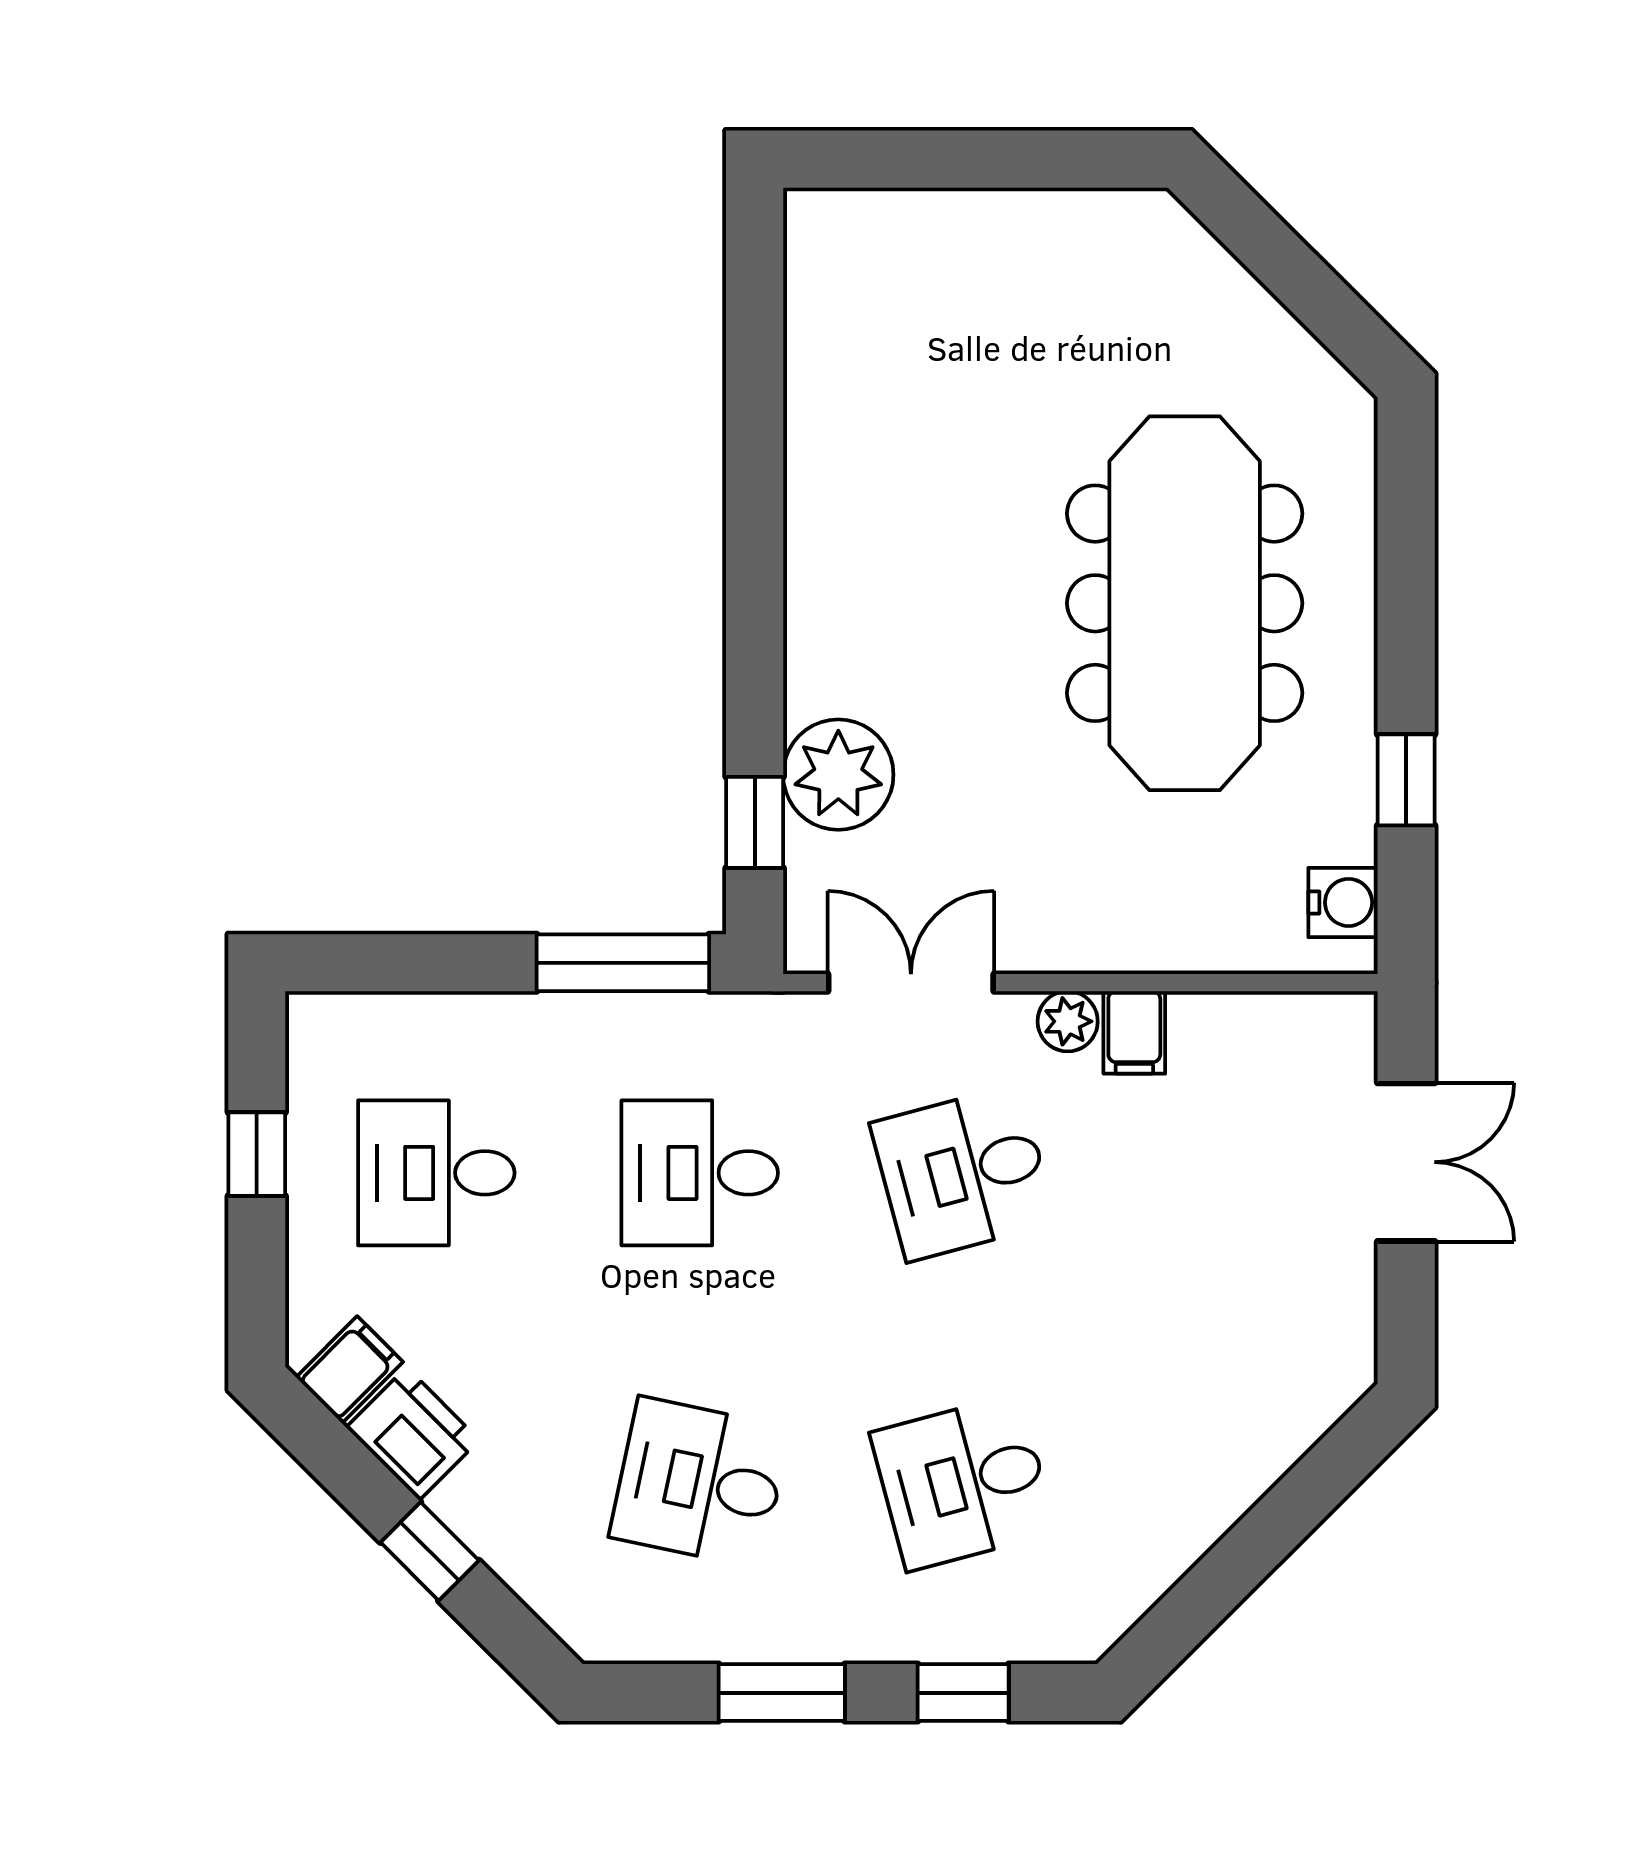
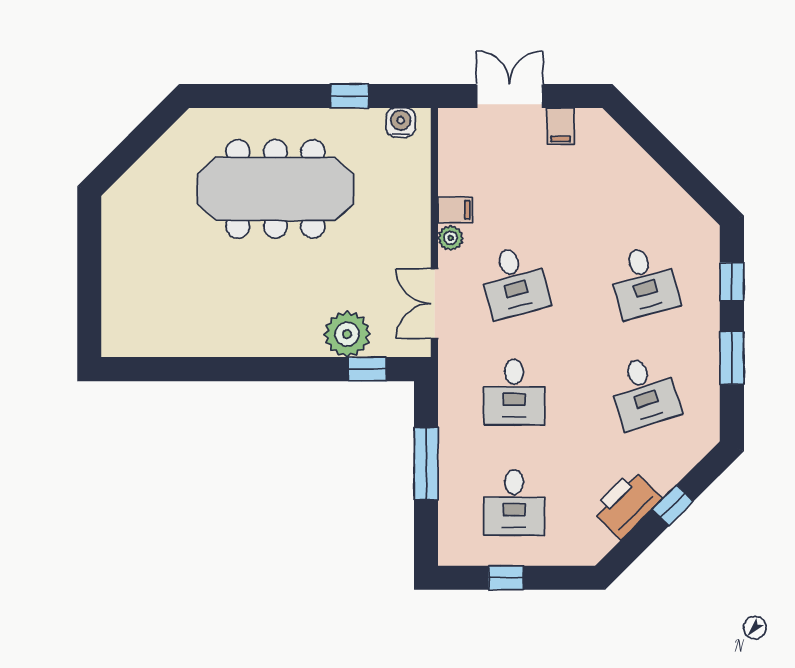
window: (623, 963) -> (426, 463), moved
filing cabinet: (349, 1370) -> (561, 126), moved, turned -135
printer: (413, 1434) -> (627, 504), width x1.37, depth x1.19
desk: (700, 1482) -> (644, 392), turned -30

